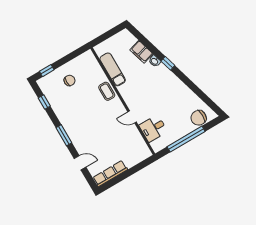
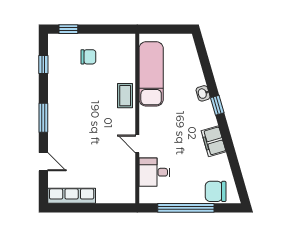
filing cabinet: (141, 52) -> (214, 141), moved
exam couch: (113, 69) -> (151, 74), width x1.36, depth x1.45

